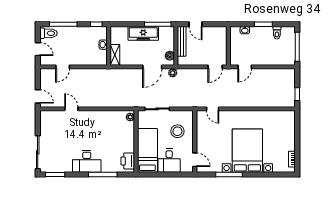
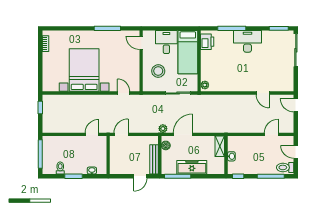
door: (196, 24) -> (140, 176), swing flipped
bed with nightstands: (247, 151) -> (84, 70), moved, turned 180

